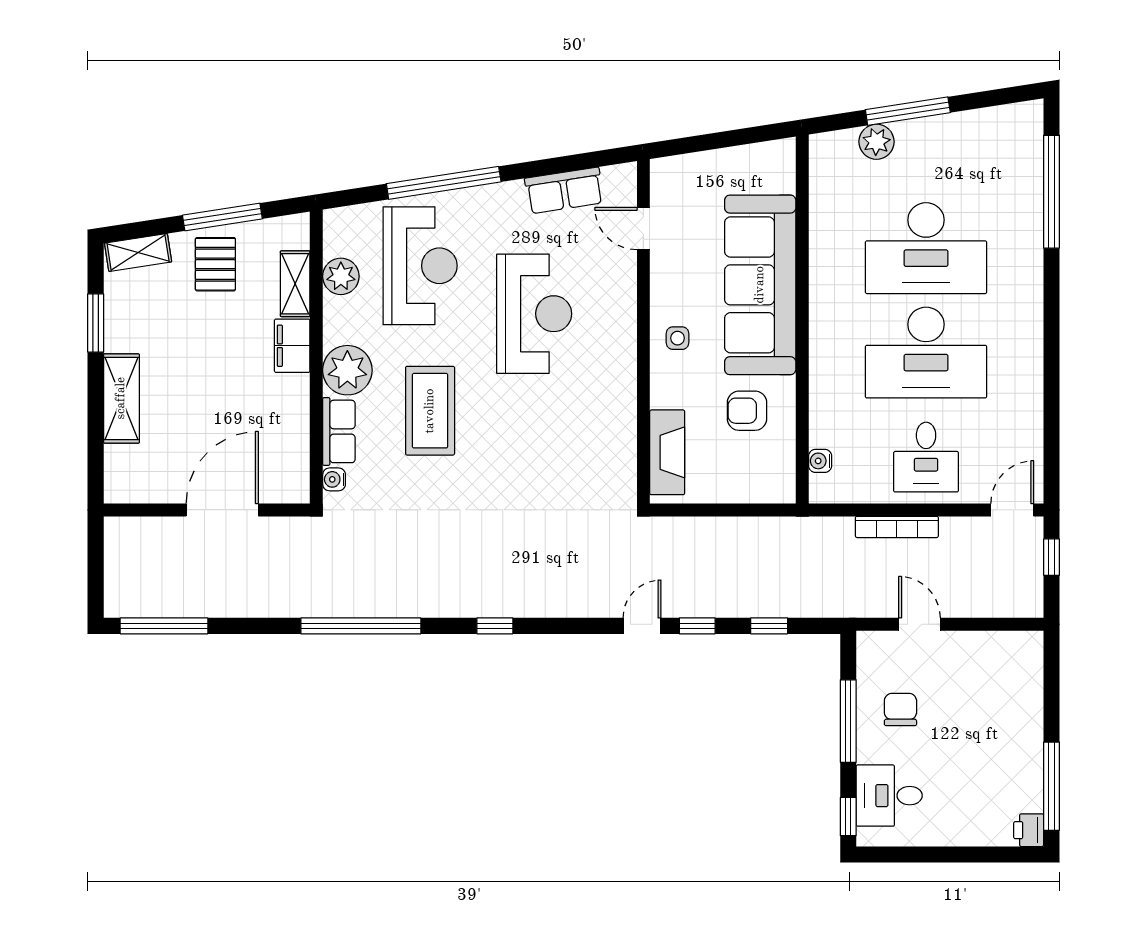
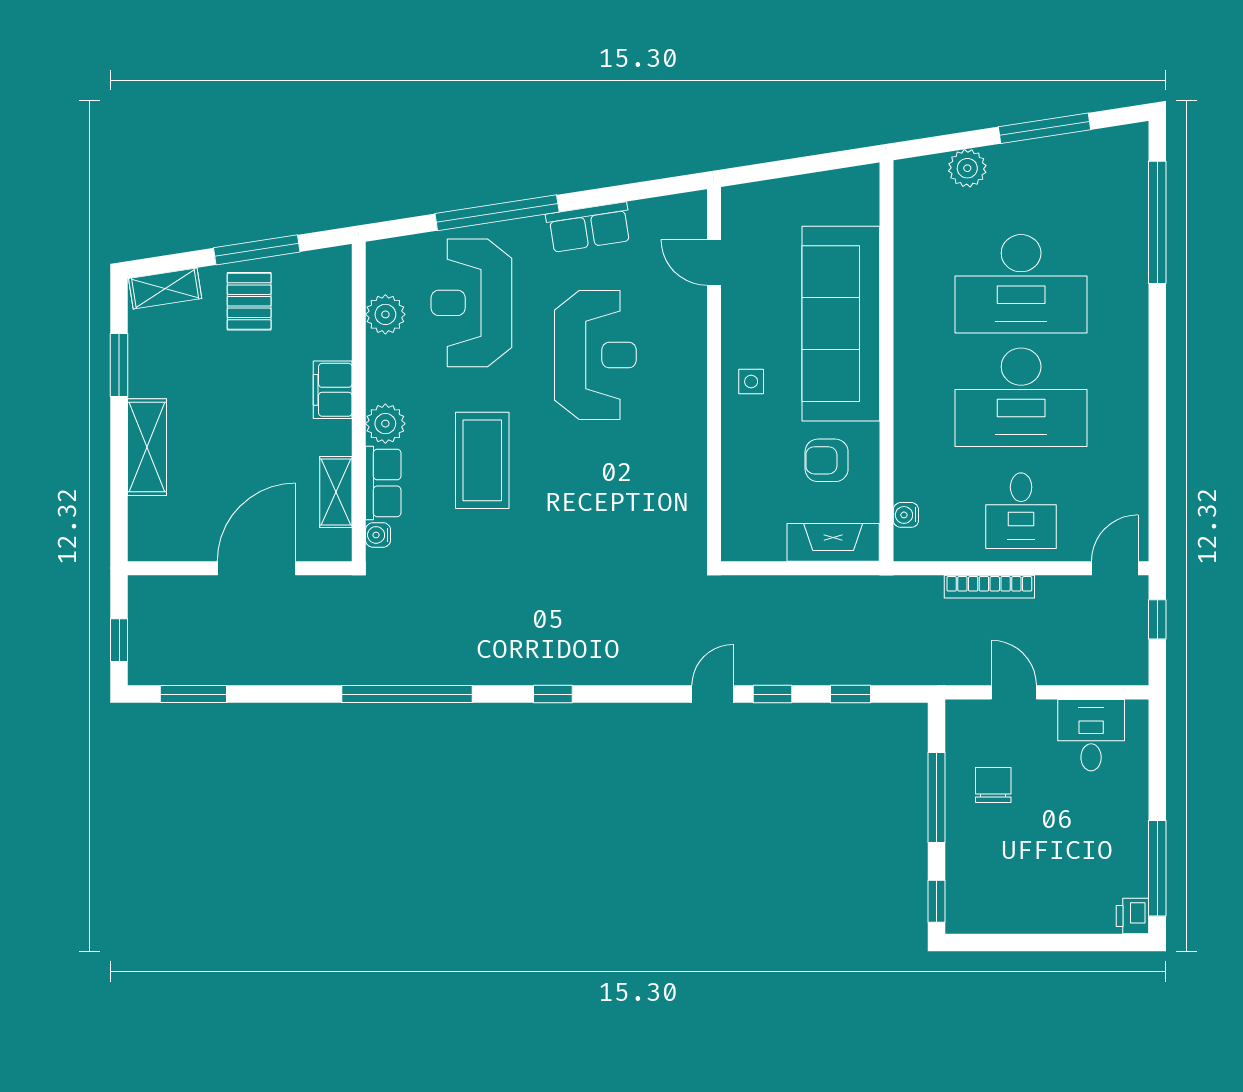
window: (908, 111) -> (1045, 128), moved
row of seats: (564, 191) -> (589, 227), moved
reception desk: (420, 266) -> (471, 303), turned 180
shelving: (295, 284) -> (336, 492), moved
plant: (347, 370) -> (385, 424), width x0.73, depth x0.73
fireplace: (667, 452) -> (833, 542), moved, turned -90
window: (96, 576) -> (119, 640), added
window: (164, 626) -> (193, 694), width x0.69
desk: (889, 796) -> (1091, 735), moved, turned 90

